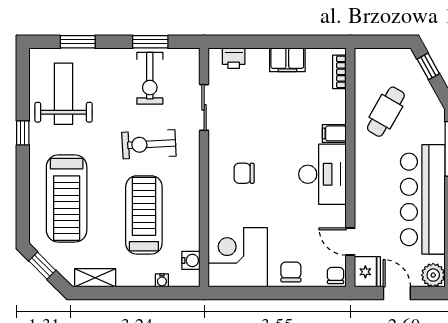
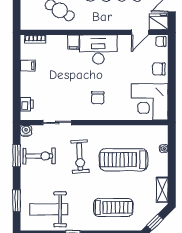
filing cabinet: (287, 60) -> (28, 66), width x0.50
treadmill: (67, 198) -> (113, 207), width x0.73, depth x0.73
water cooler: (191, 260) -> (26, 131), moved

